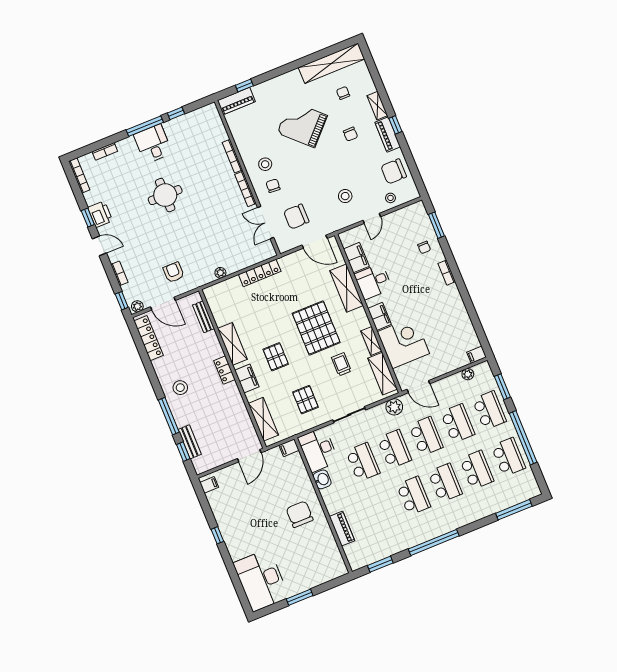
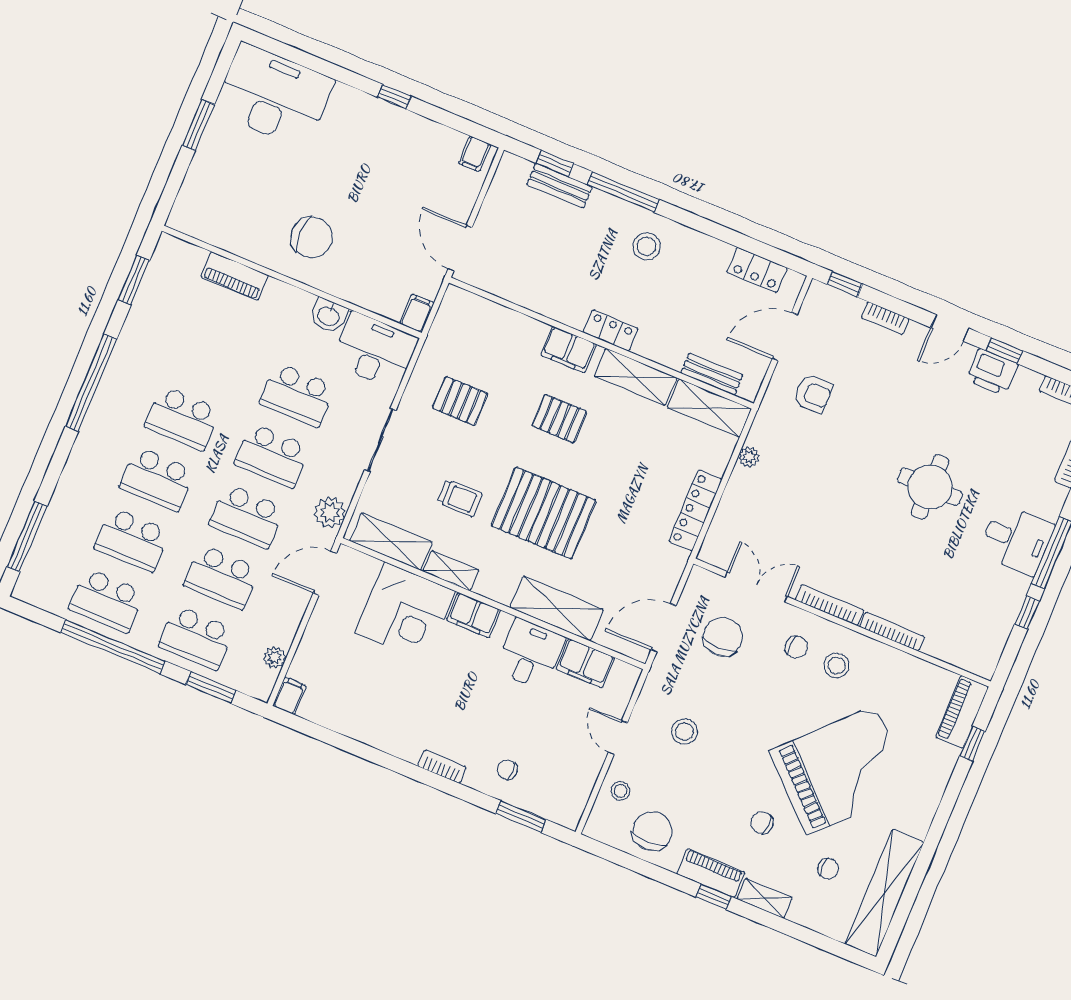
grand piano: (302, 124) -> (841, 770), width x1.37, depth x1.48
plant: (137, 306) -> (816, 298), removed
locker: (149, 338) -> (757, 270), width x0.66
shelving: (263, 419) -> (709, 408), moved

